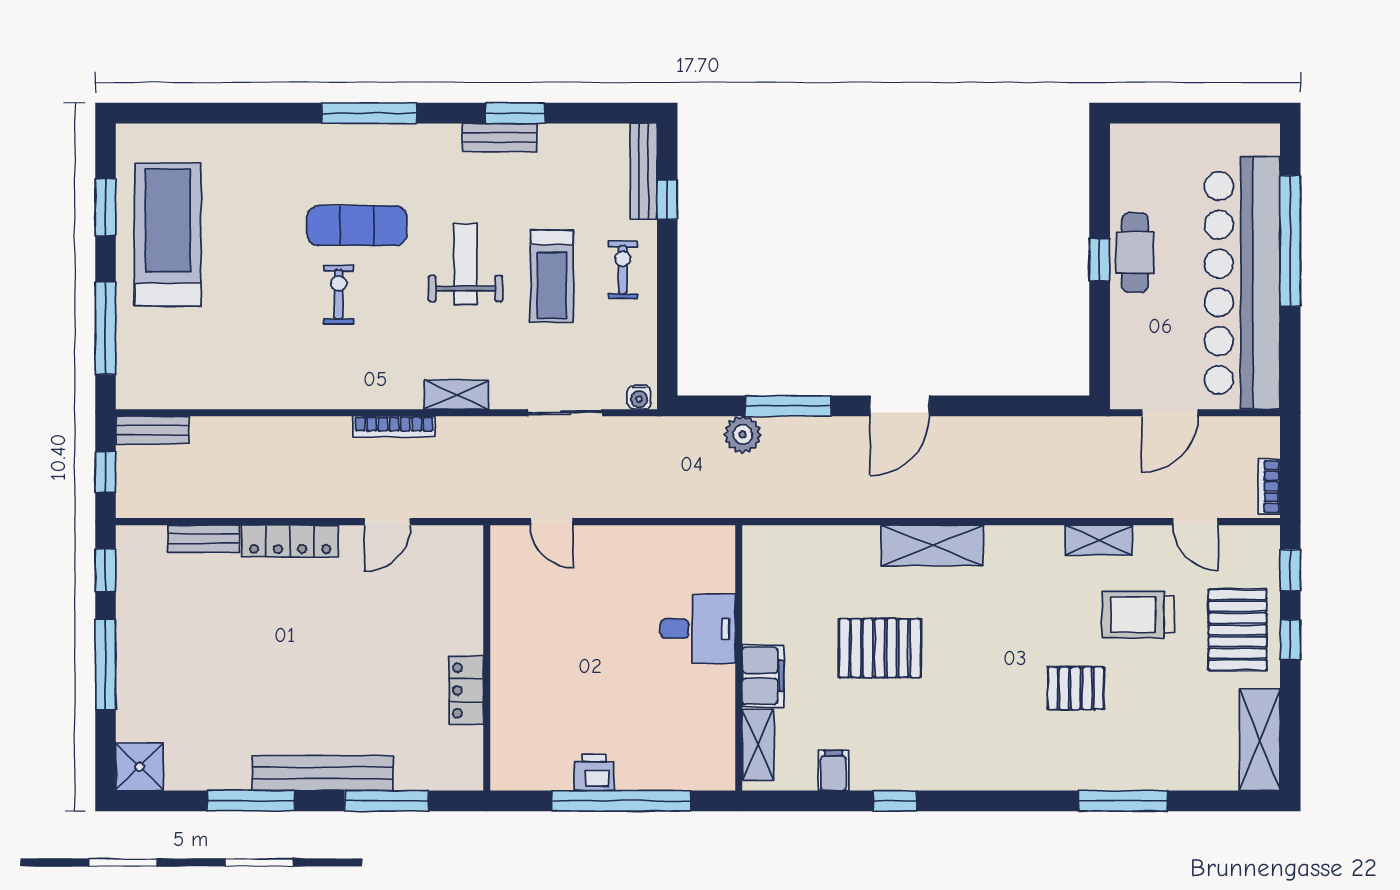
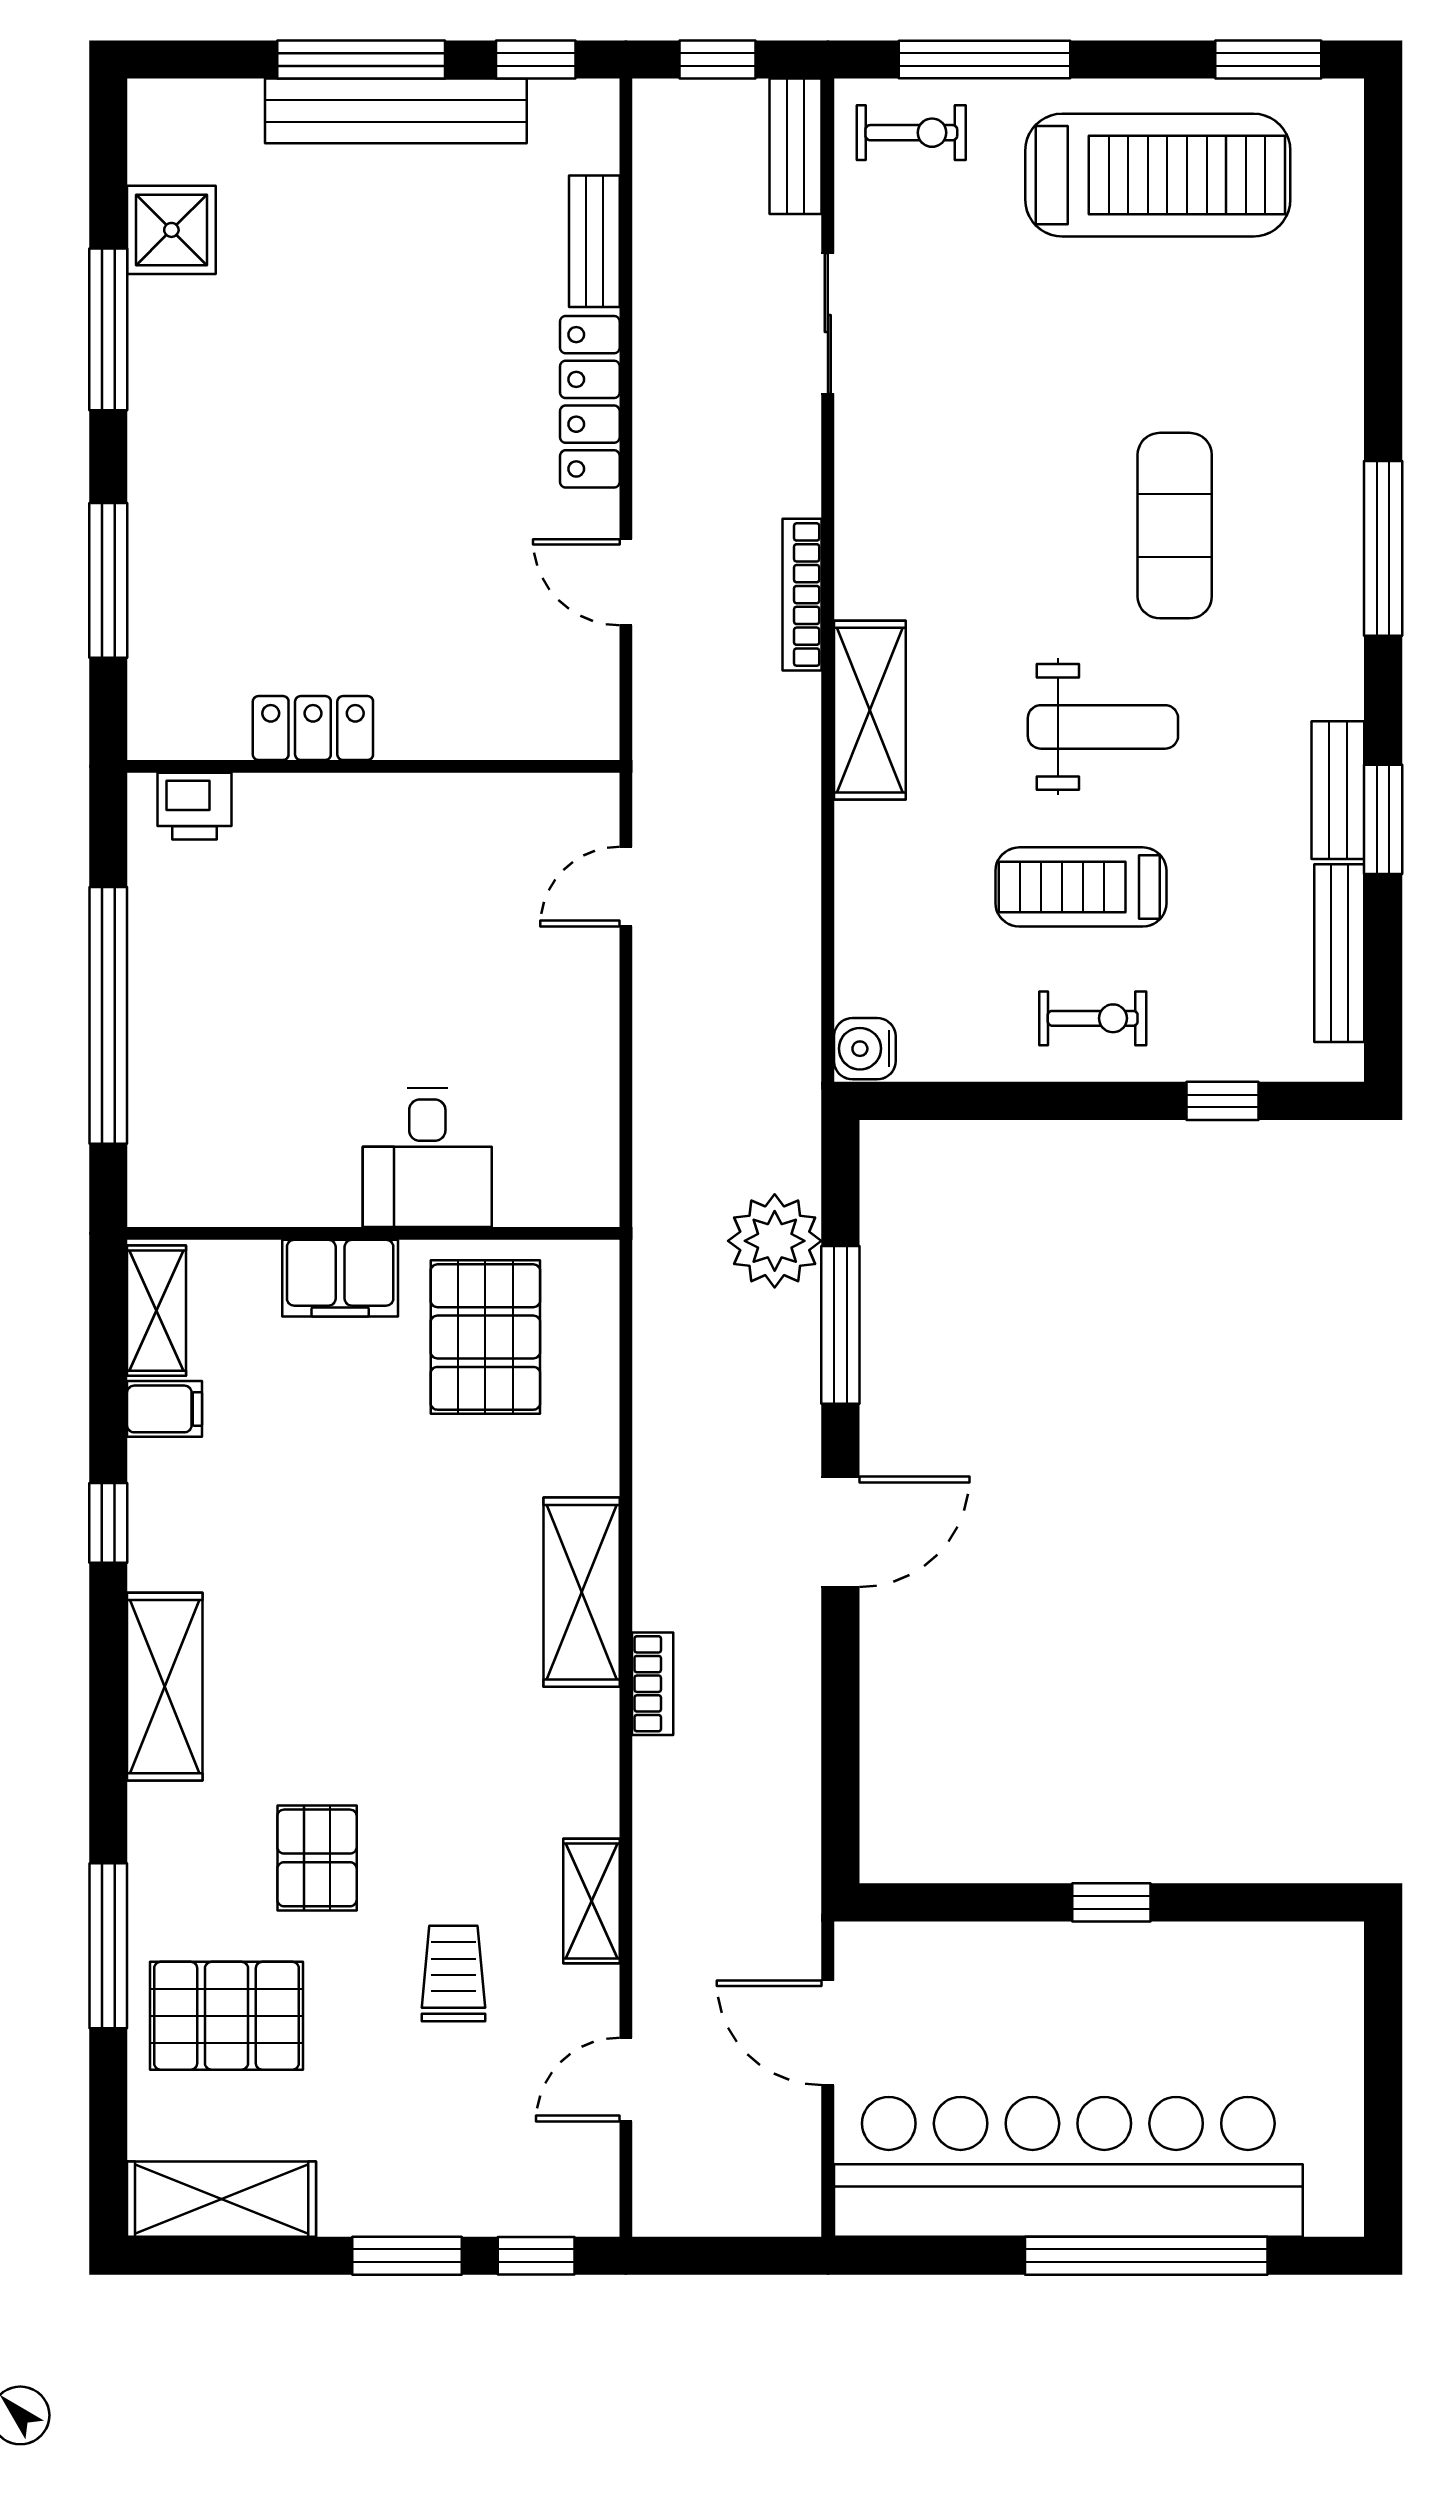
bench: (644, 171) -> (1339, 953), moved, turned 90
window: (105, 207) -> (1268, 60), moved
cafe table: (1135, 252) -> (1125, 1968), removed
exercise bike: (339, 294) -> (911, 133), moved
shelving: (456, 395) -> (870, 710), width x1.50, depth x1.33
water cooler: (639, 397) -> (865, 1049), width x1.38, depth x1.38
door: (900, 406) -> (840, 1532), swing flipped
sliding door: (565, 413) -> (828, 324), moved
plant: (743, 435) -> (775, 1241), width x1.36, depth x1.36
bookcase: (1269, 486) -> (653, 1684), moved, turned 90
trolley: (1138, 615) -> (453, 1974), width x0.73, depth x0.72
pallet: (1238, 630) -> (227, 2016), moved
window: (1290, 640) -> (407, 2256), width x1.50
pallet: (880, 648) -> (485, 1337), moved
shelving: (758, 745) -> (157, 1311), moved, turned 90
shower: (140, 767) -> (171, 230), moved
shelving: (983, 770) -> (165, 1687), added
bench: (323, 773) -> (396, 111), moved, turned 90
printer: (594, 773) -> (195, 806), moved, turned 90

